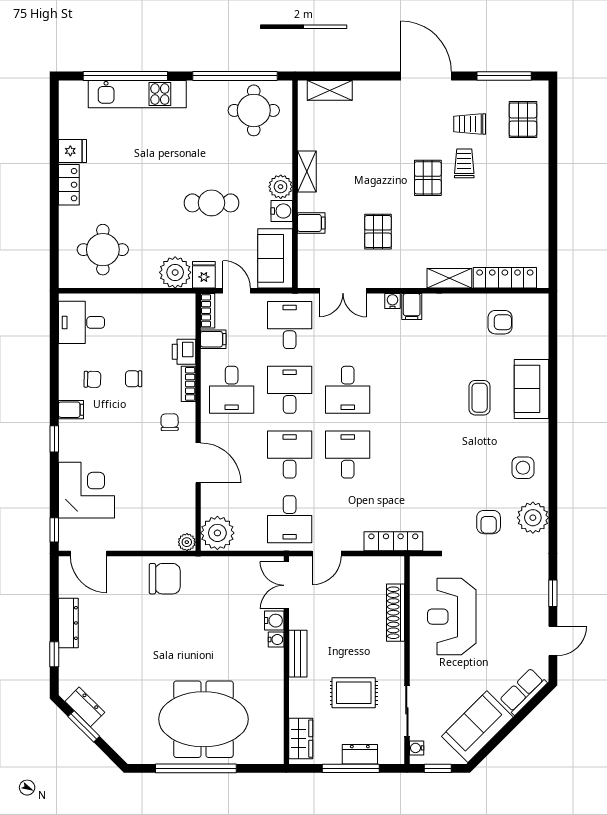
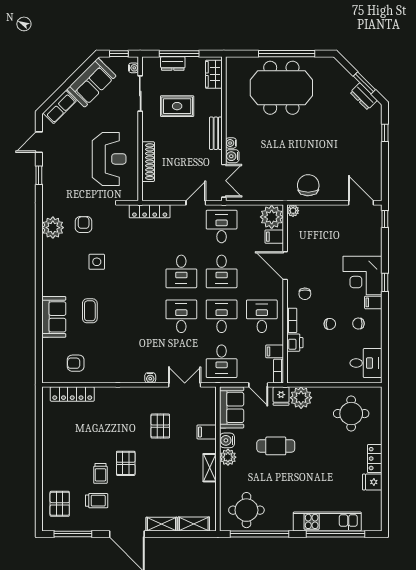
shelving: (449, 278) -> (162, 524), moved
filing cabinet: (412, 306) -> (274, 237), moved, turned -90
desk: (290, 390) -> (222, 316), turned 180
side table: (523, 468) -> (97, 262), moved
corner desk: (87, 490) -> (362, 275), moved
chair: (165, 579) -> (308, 185), turned 89
dresser: (68, 623) -> (375, 155), removed

